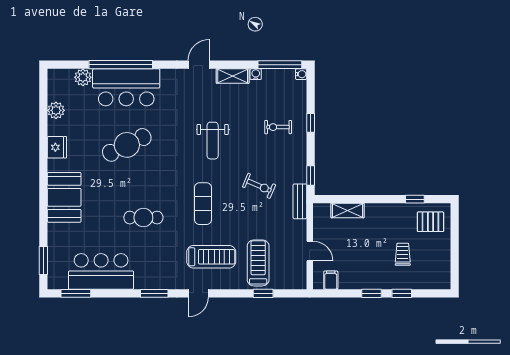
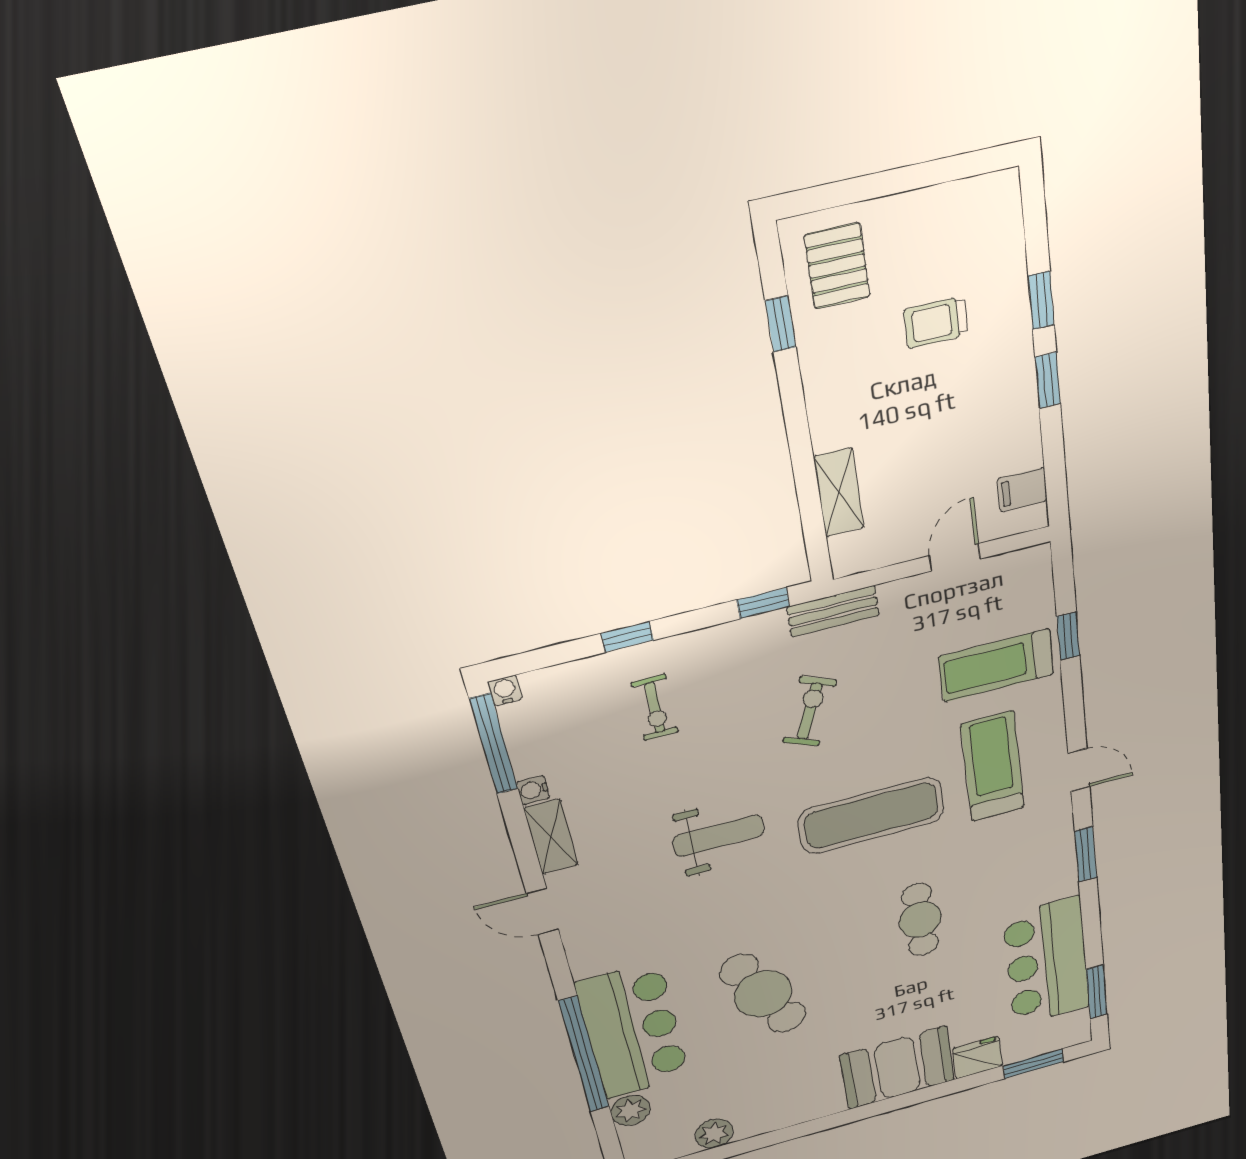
fridge: (57, 147) -> (977, 1057), moved
exercise mat: (203, 204) -> (871, 816), width x1.36, depth x1.45

